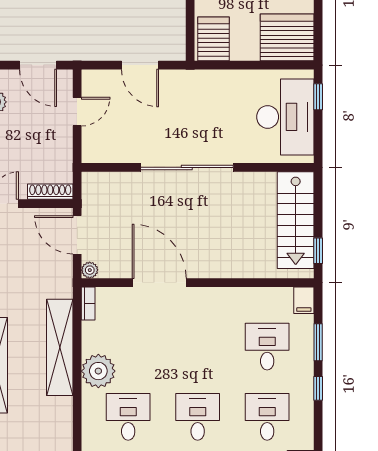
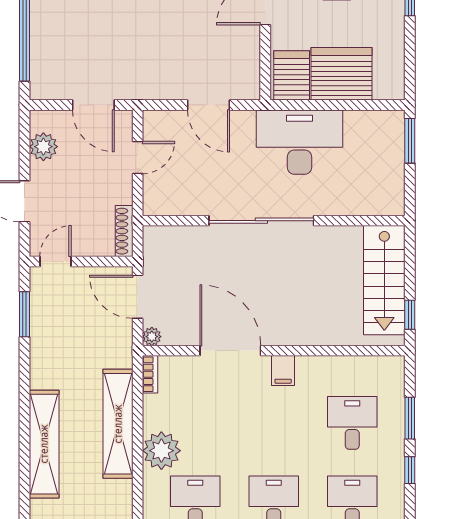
server rack: (287, 37) -> (342, 74), moved
window: (318, 97) -> (410, 141), width x1.50
desk: (285, 117) -> (300, 142), moved, turned -90
shoe rack: (50, 192) -> (124, 231), moved, turned -90
filing cabinet: (304, 300) -> (283, 371), moved

